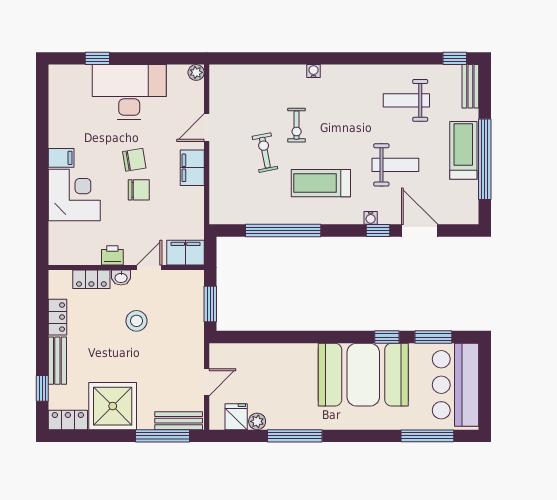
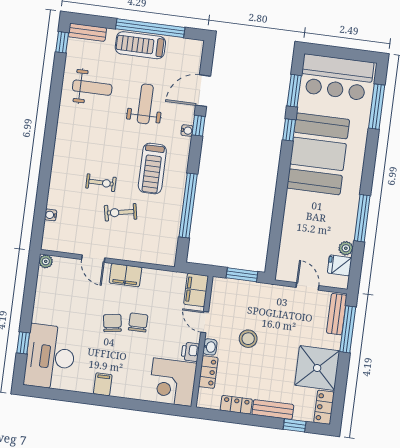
water cooler: (314, 71) -> (51, 215), moved
desk: (129, 92) -> (50, 357), moved
weight bench: (406, 100) -> (92, 88), turned -90
corner desk: (74, 195) -> (173, 382), moved, turned -90

